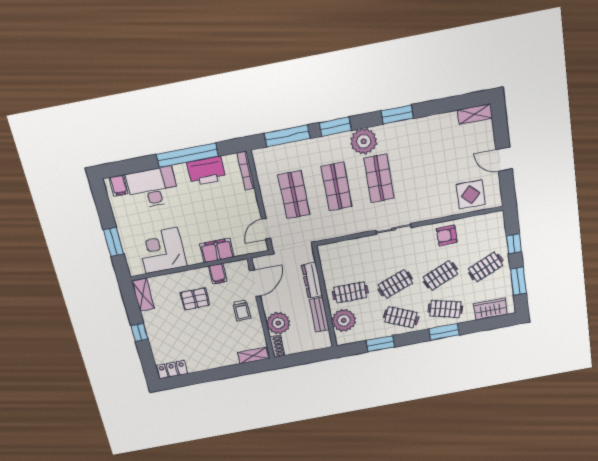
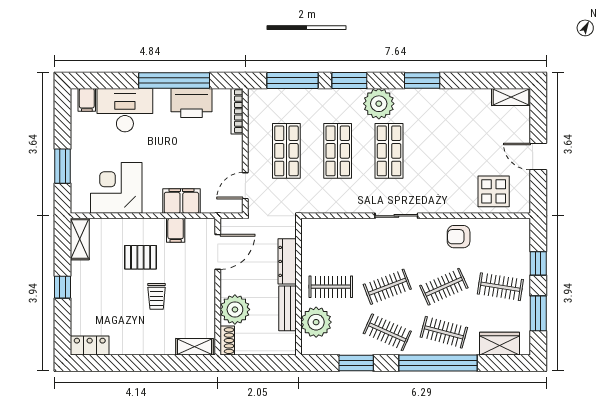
clothes rail: (486, 267) -> (500, 287), turned 33
trolley: (242, 310) -> (157, 296), moved
window: (444, 332) -> (438, 363), width x2.11

